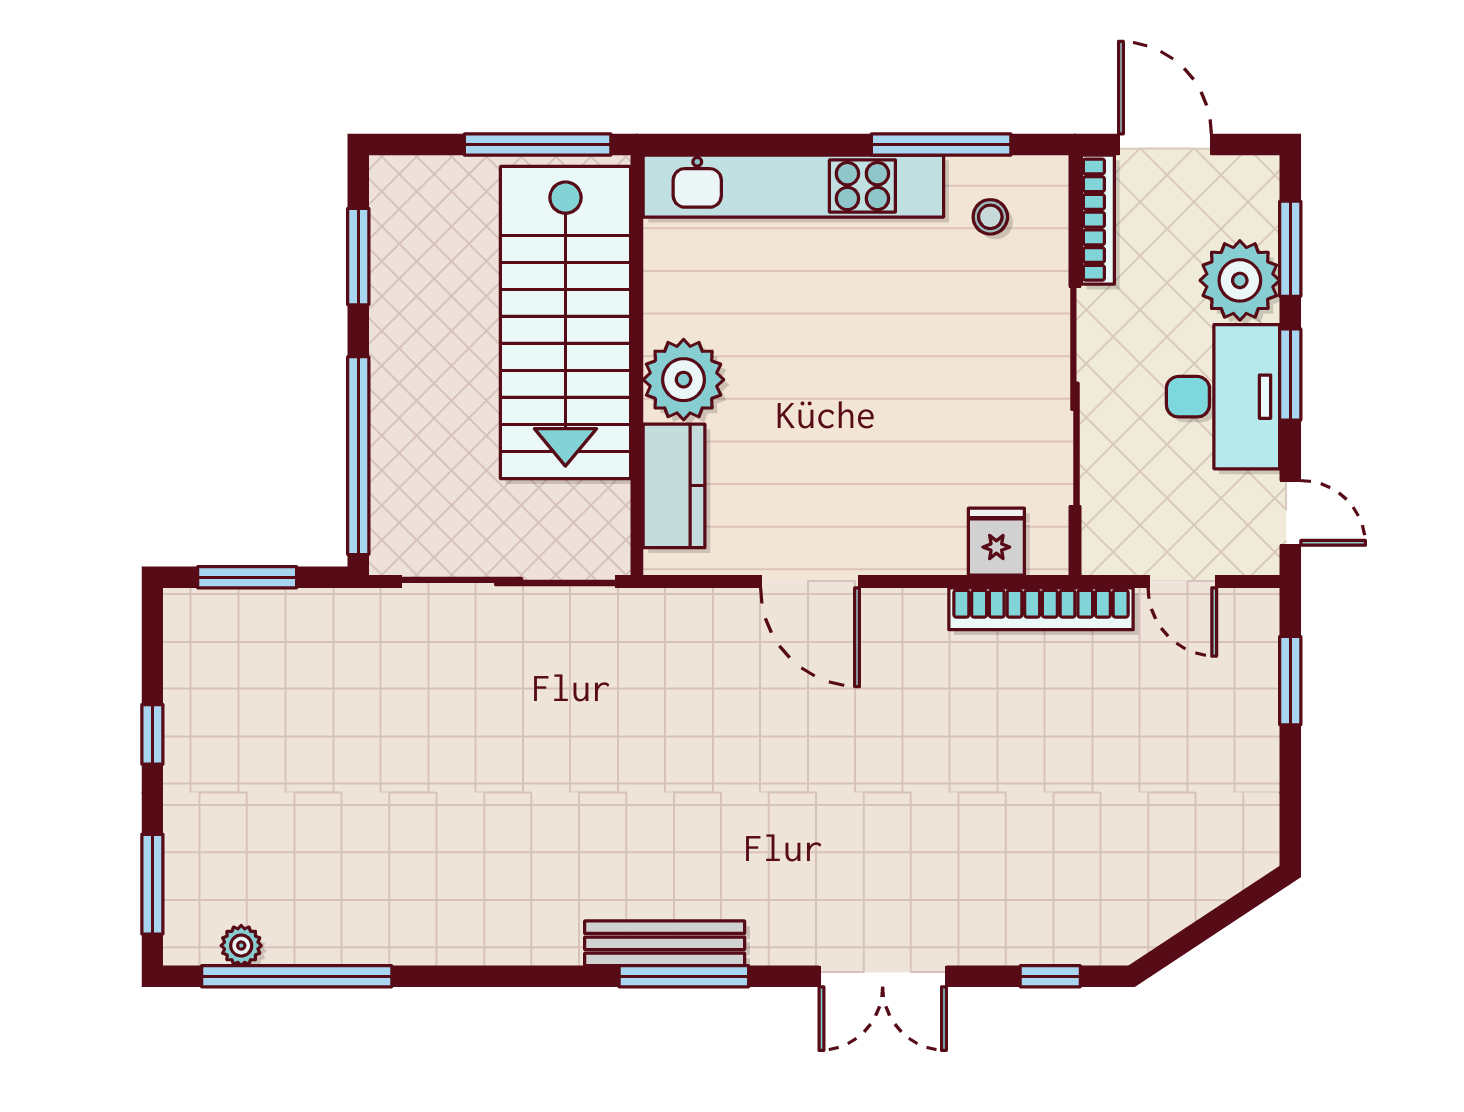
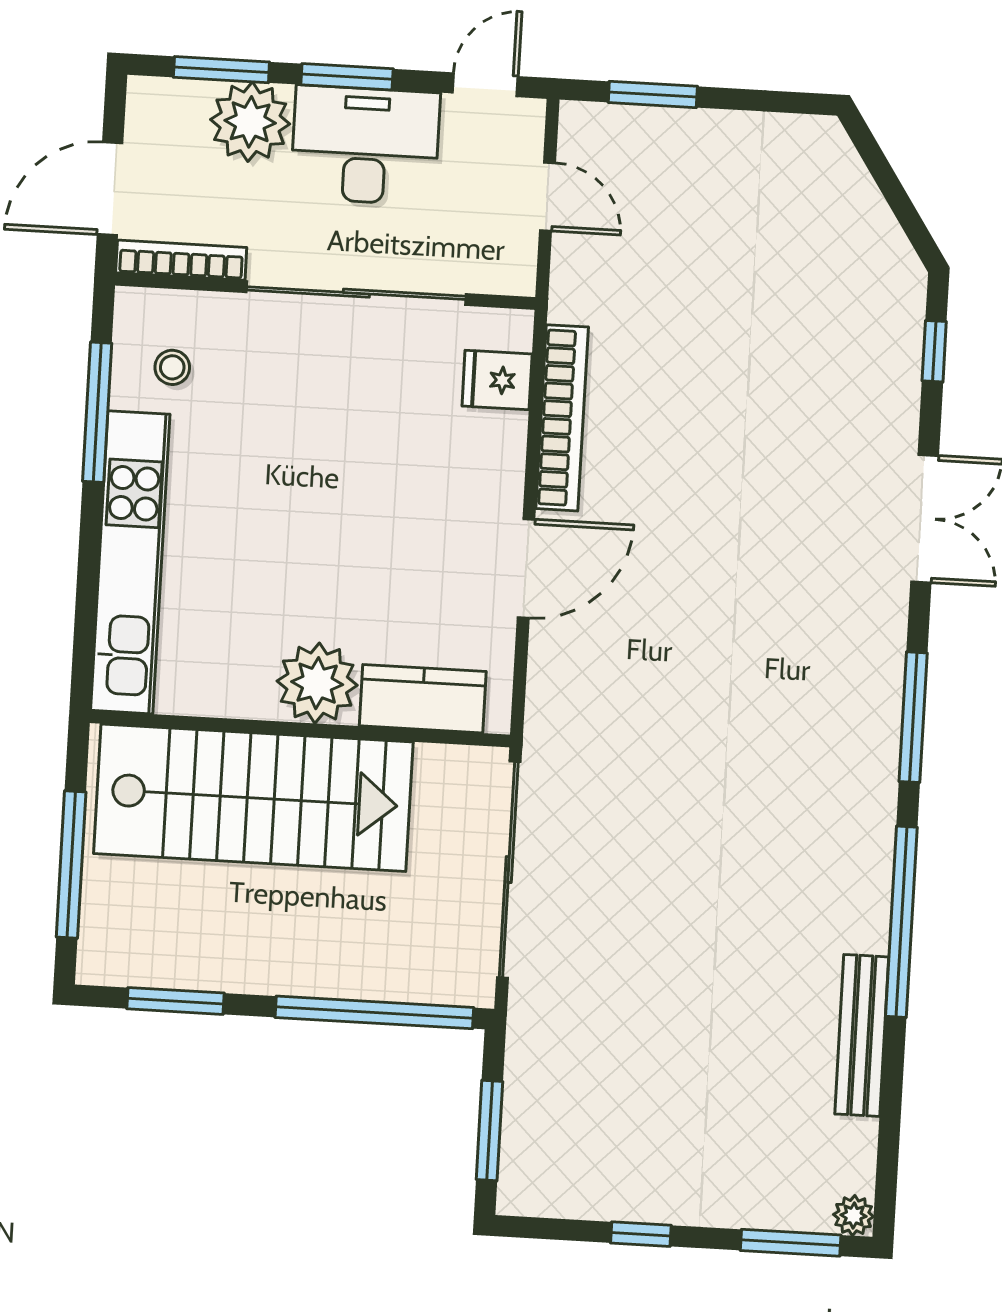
window: (538, 144) -> (71, 864), moved
door: (1182, 581) -> (548, 197), hinge flipped
bookcase: (1041, 609) -> (562, 418), moved
bench: (665, 943) -> (862, 1035), moved
plant: (241, 946) -> (854, 1216), moved
window: (297, 976) -> (901, 922), moved

